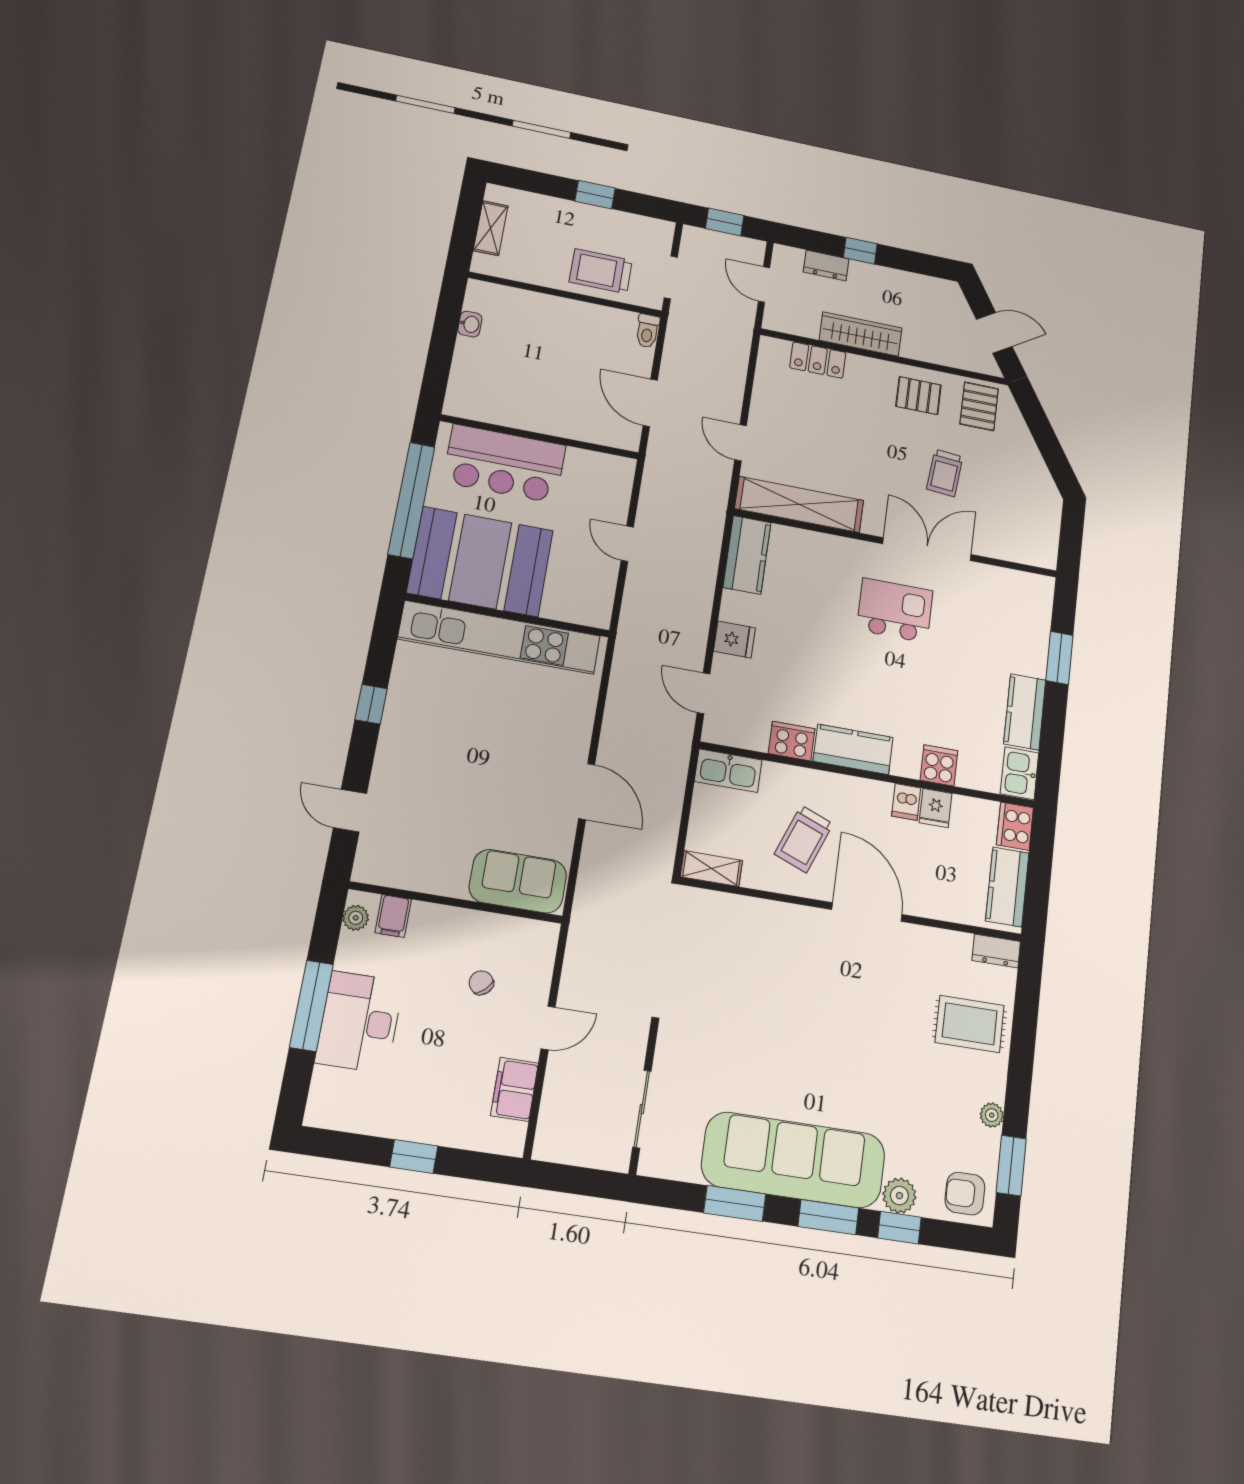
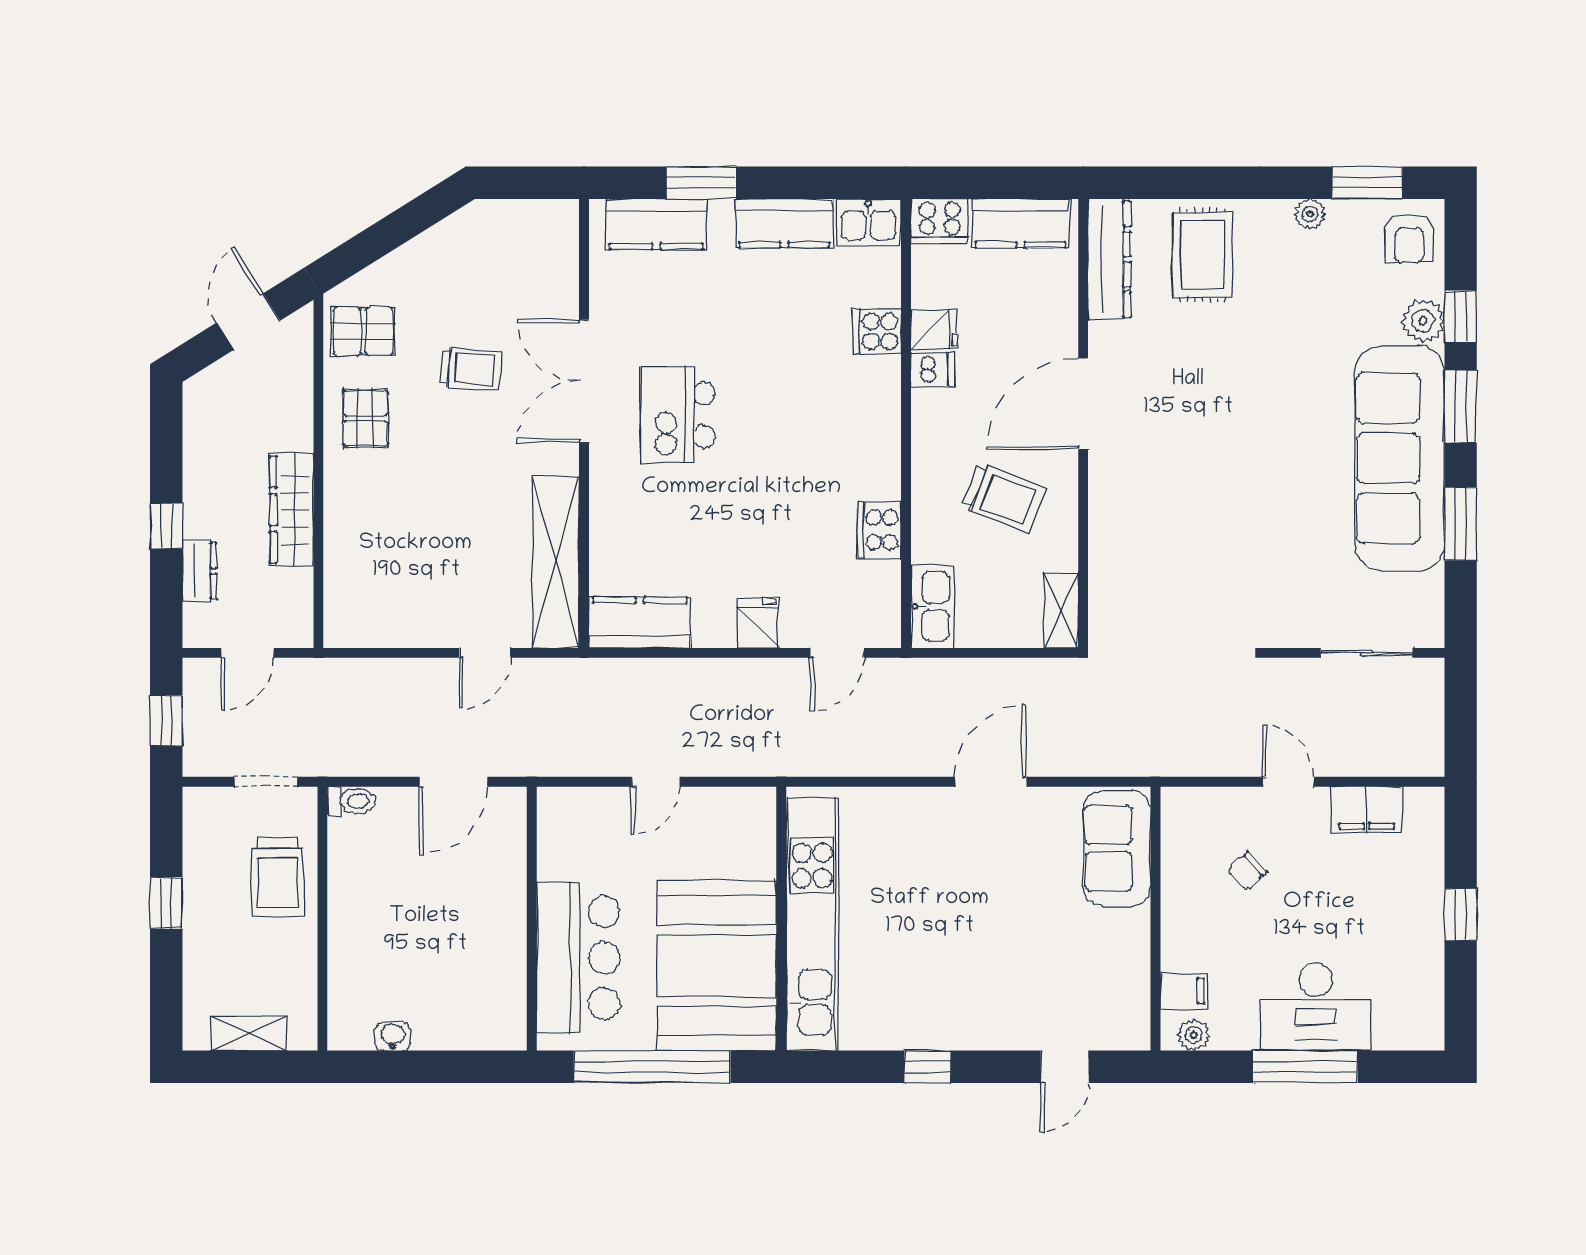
locker: (818, 360) -> (343, 564), removed
kitchen counter: (853, 749) -> (656, 224), moved, turned -90
dresser: (996, 951) -> (1109, 259), width x1.96, depth x1.24

